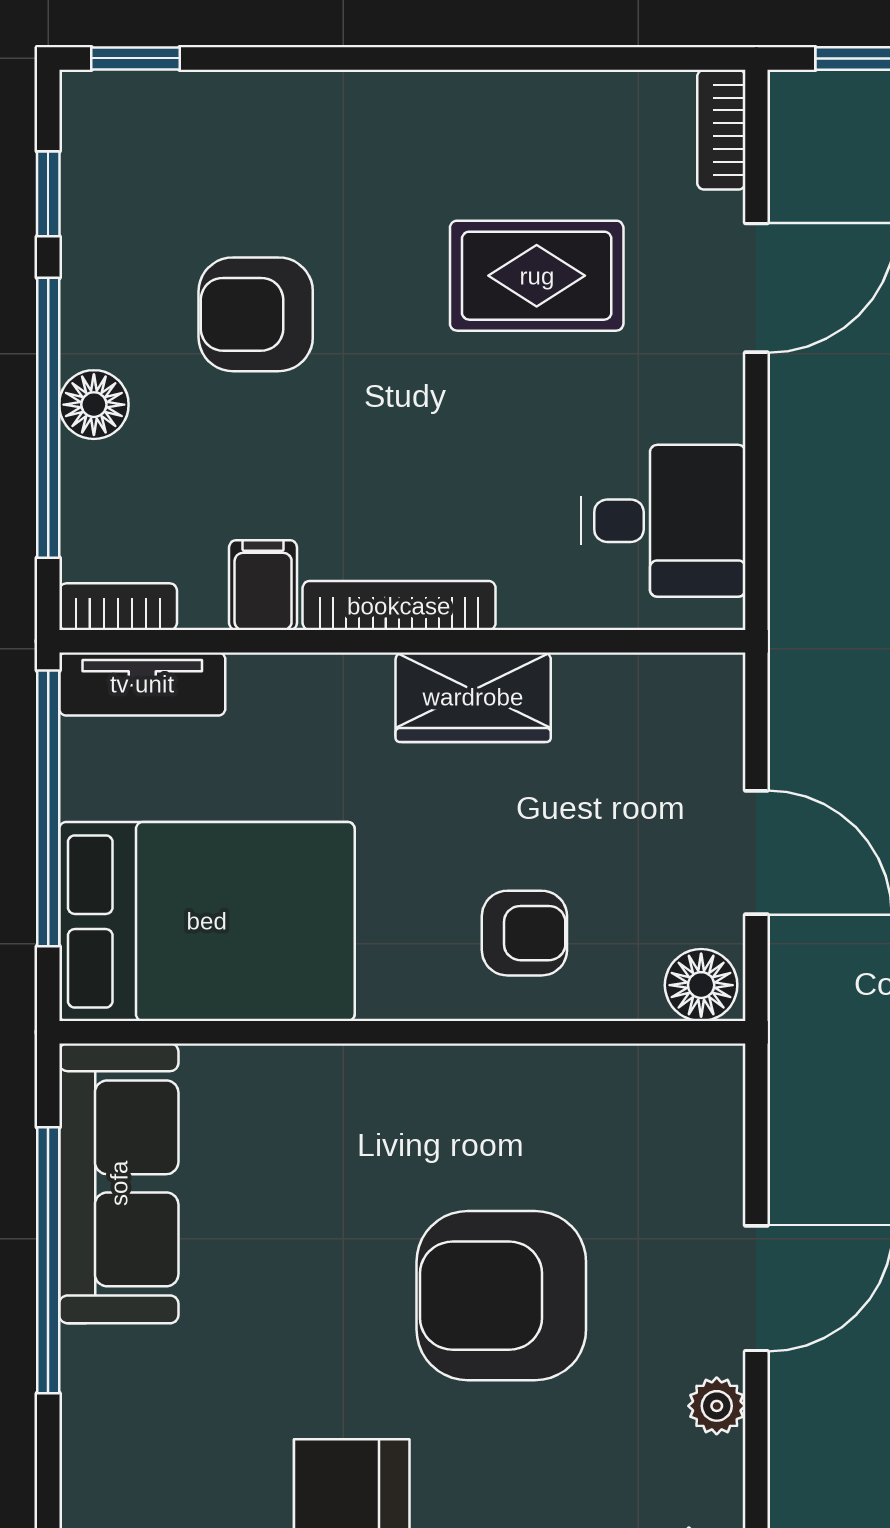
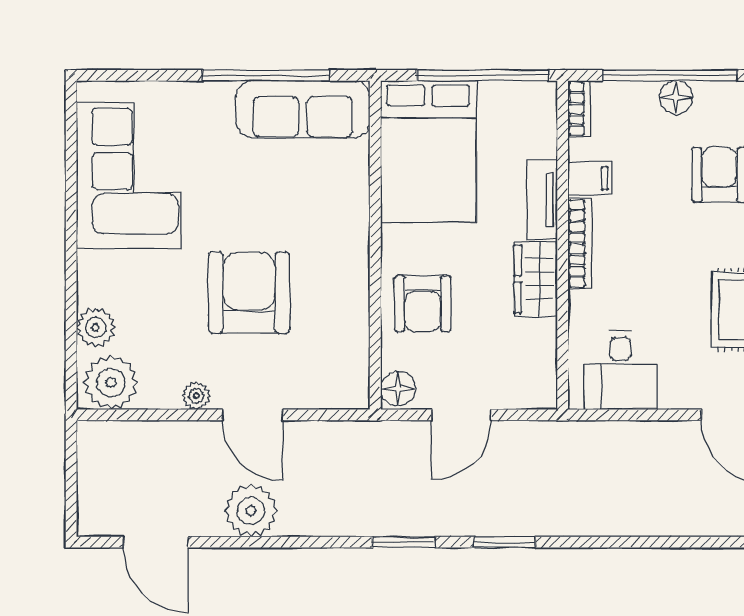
tv unit: (142, 684) -> (542, 199), moved
armchair: (524, 933) -> (423, 304), width x1.38, depth x1.38

